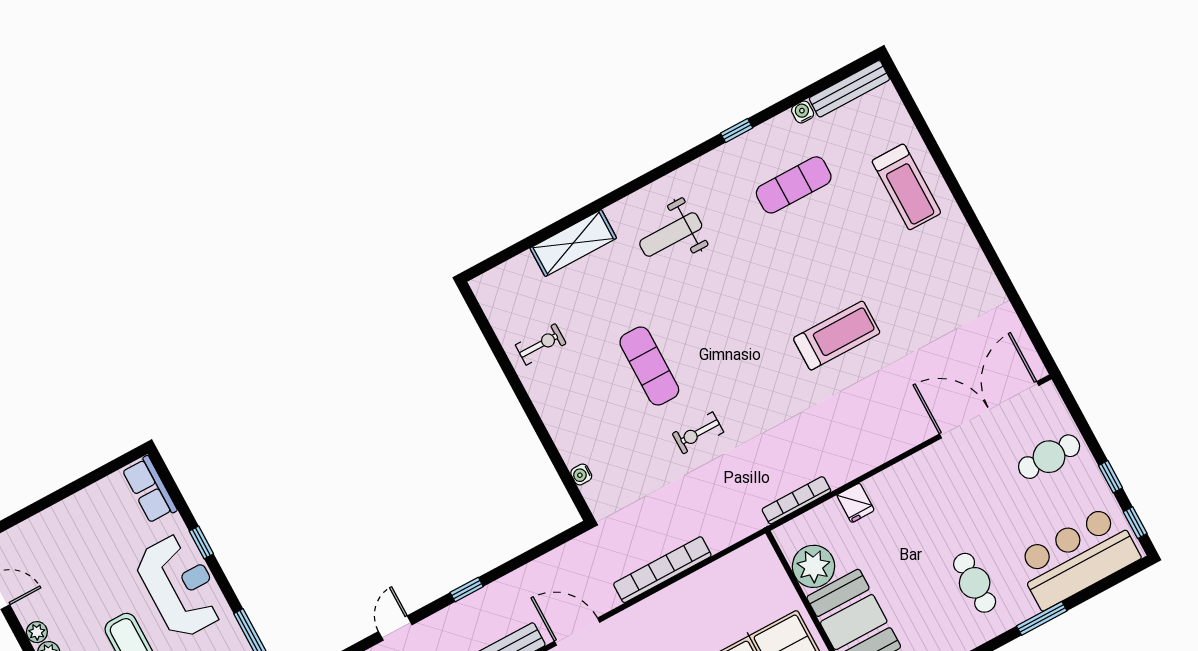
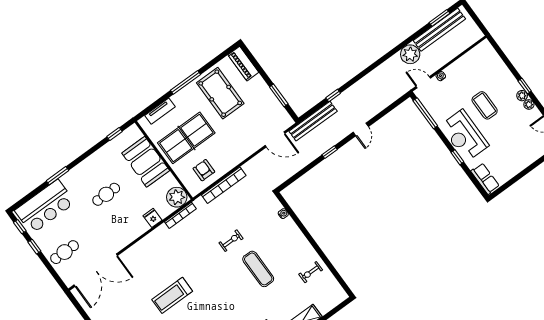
plant: (813, 566) -> (177, 197), moved
bookcase: (662, 570) -> (224, 185), moved
cafe table: (975, 583) -> (106, 194), moved, turned 90
armchair: (735, 588) -> (204, 170), added

